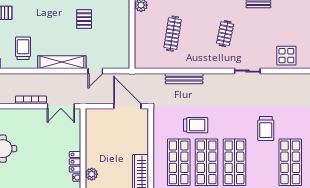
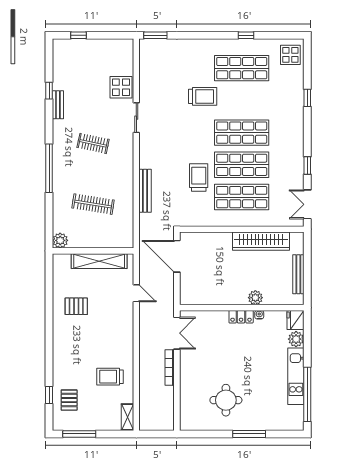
display table: (286, 56) -> (121, 87), moved
shelving: (62, 62) -> (99, 261), moved, turned 90
door: (127, 106) -> (177, 256), hinge flipped

